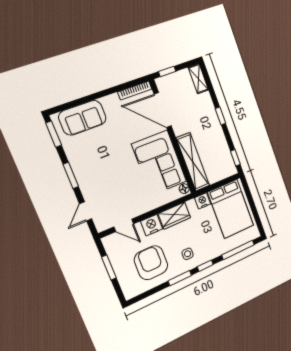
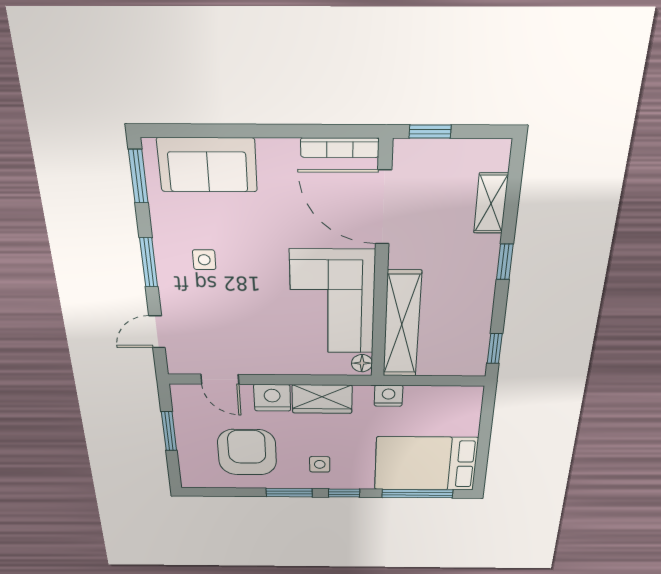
shelving: (198, 79) -> (491, 203), moved
side table: (96, 164) -> (204, 260), added
bed: (231, 209) -> (426, 464), moved, turned 90

